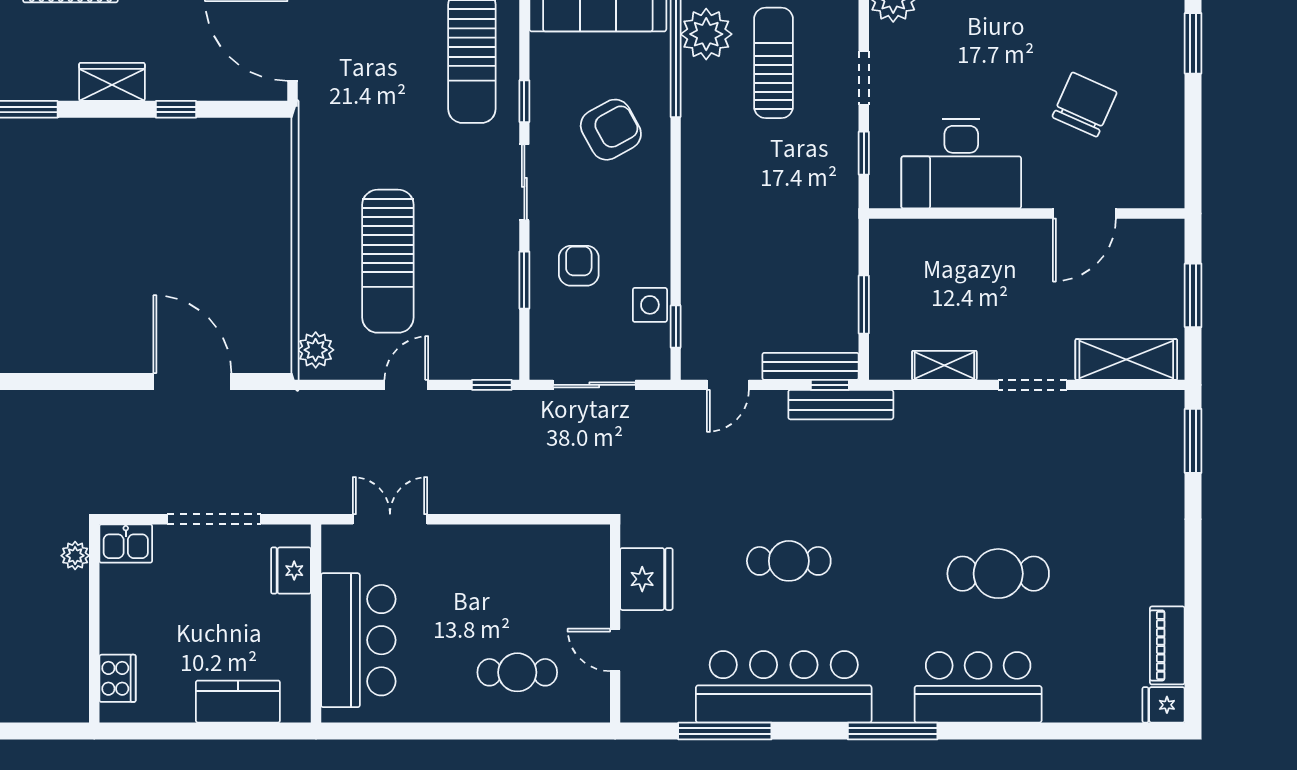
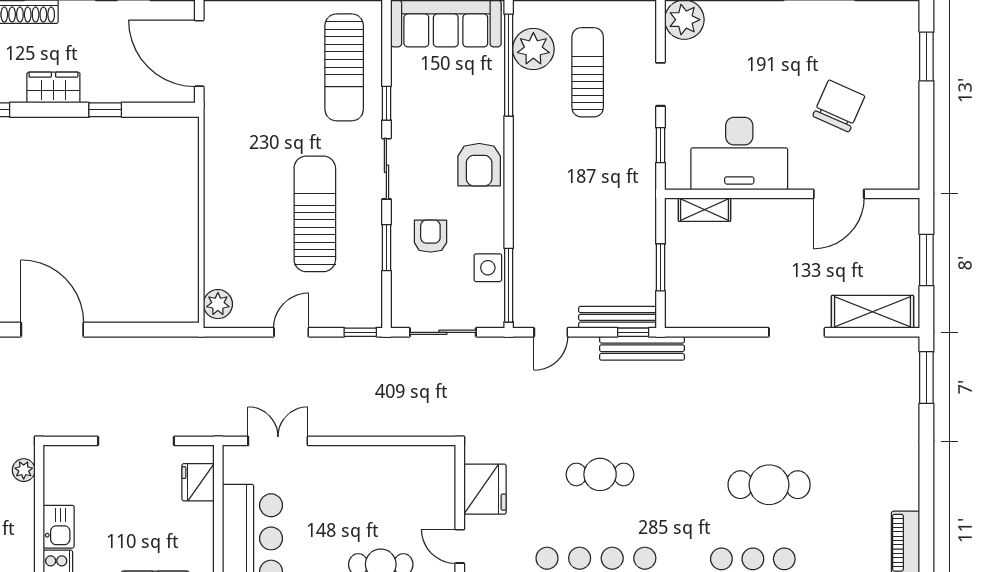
armchair: (611, 130) -> (479, 165), moved, turned 119
sun lounger: (388, 261) -> (315, 214), moved, turned 180
window: (676, 327) -> (509, 285), width x2.17
shelving: (944, 365) -> (704, 210), moved
door: (192, 381) -> (52, 330), moved
kitchen sink: (126, 544) -> (59, 527), moved, turned -90

